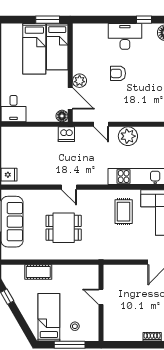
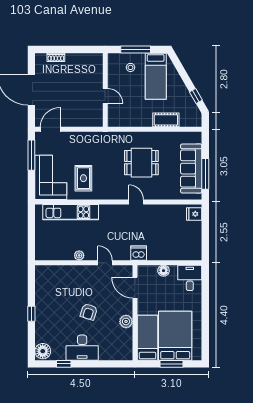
window: (48, 20) -> (172, 364), moved
bed: (34, 49) -> (175, 336), width x1.50
armchair: (118, 73) -> (89, 312), turned 108
plant: (80, 81) -> (126, 321), moved
floor lamp: (62, 116) -> (164, 271), moved
plant: (128, 136) -> (79, 255), width x0.53, depth x0.53

